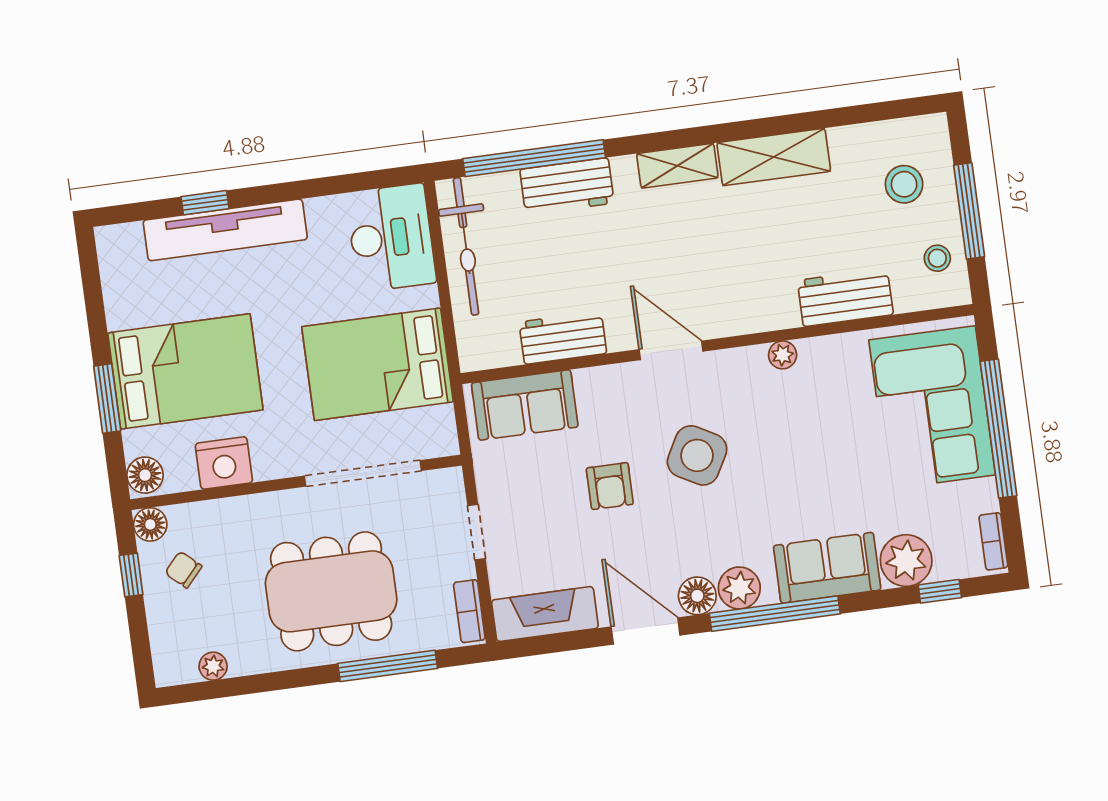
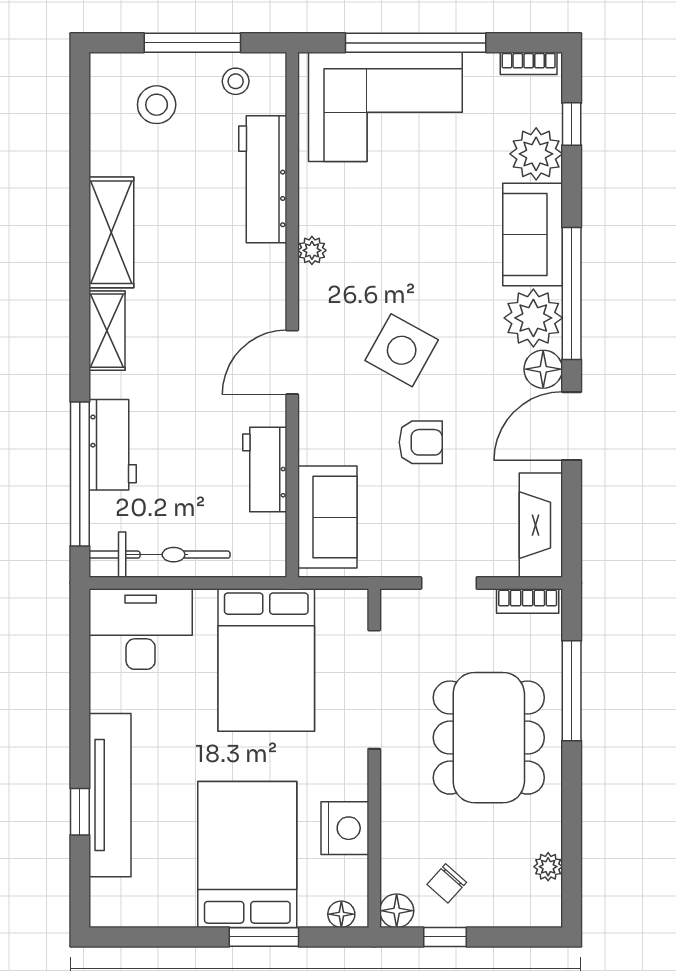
workbench: (845, 298) -> (263, 179), width x1.38
floor lamp: (145, 475) -> (341, 914), width x0.73, depth x0.73
plant: (739, 588) -> (533, 318), width x1.36, depth x1.36

